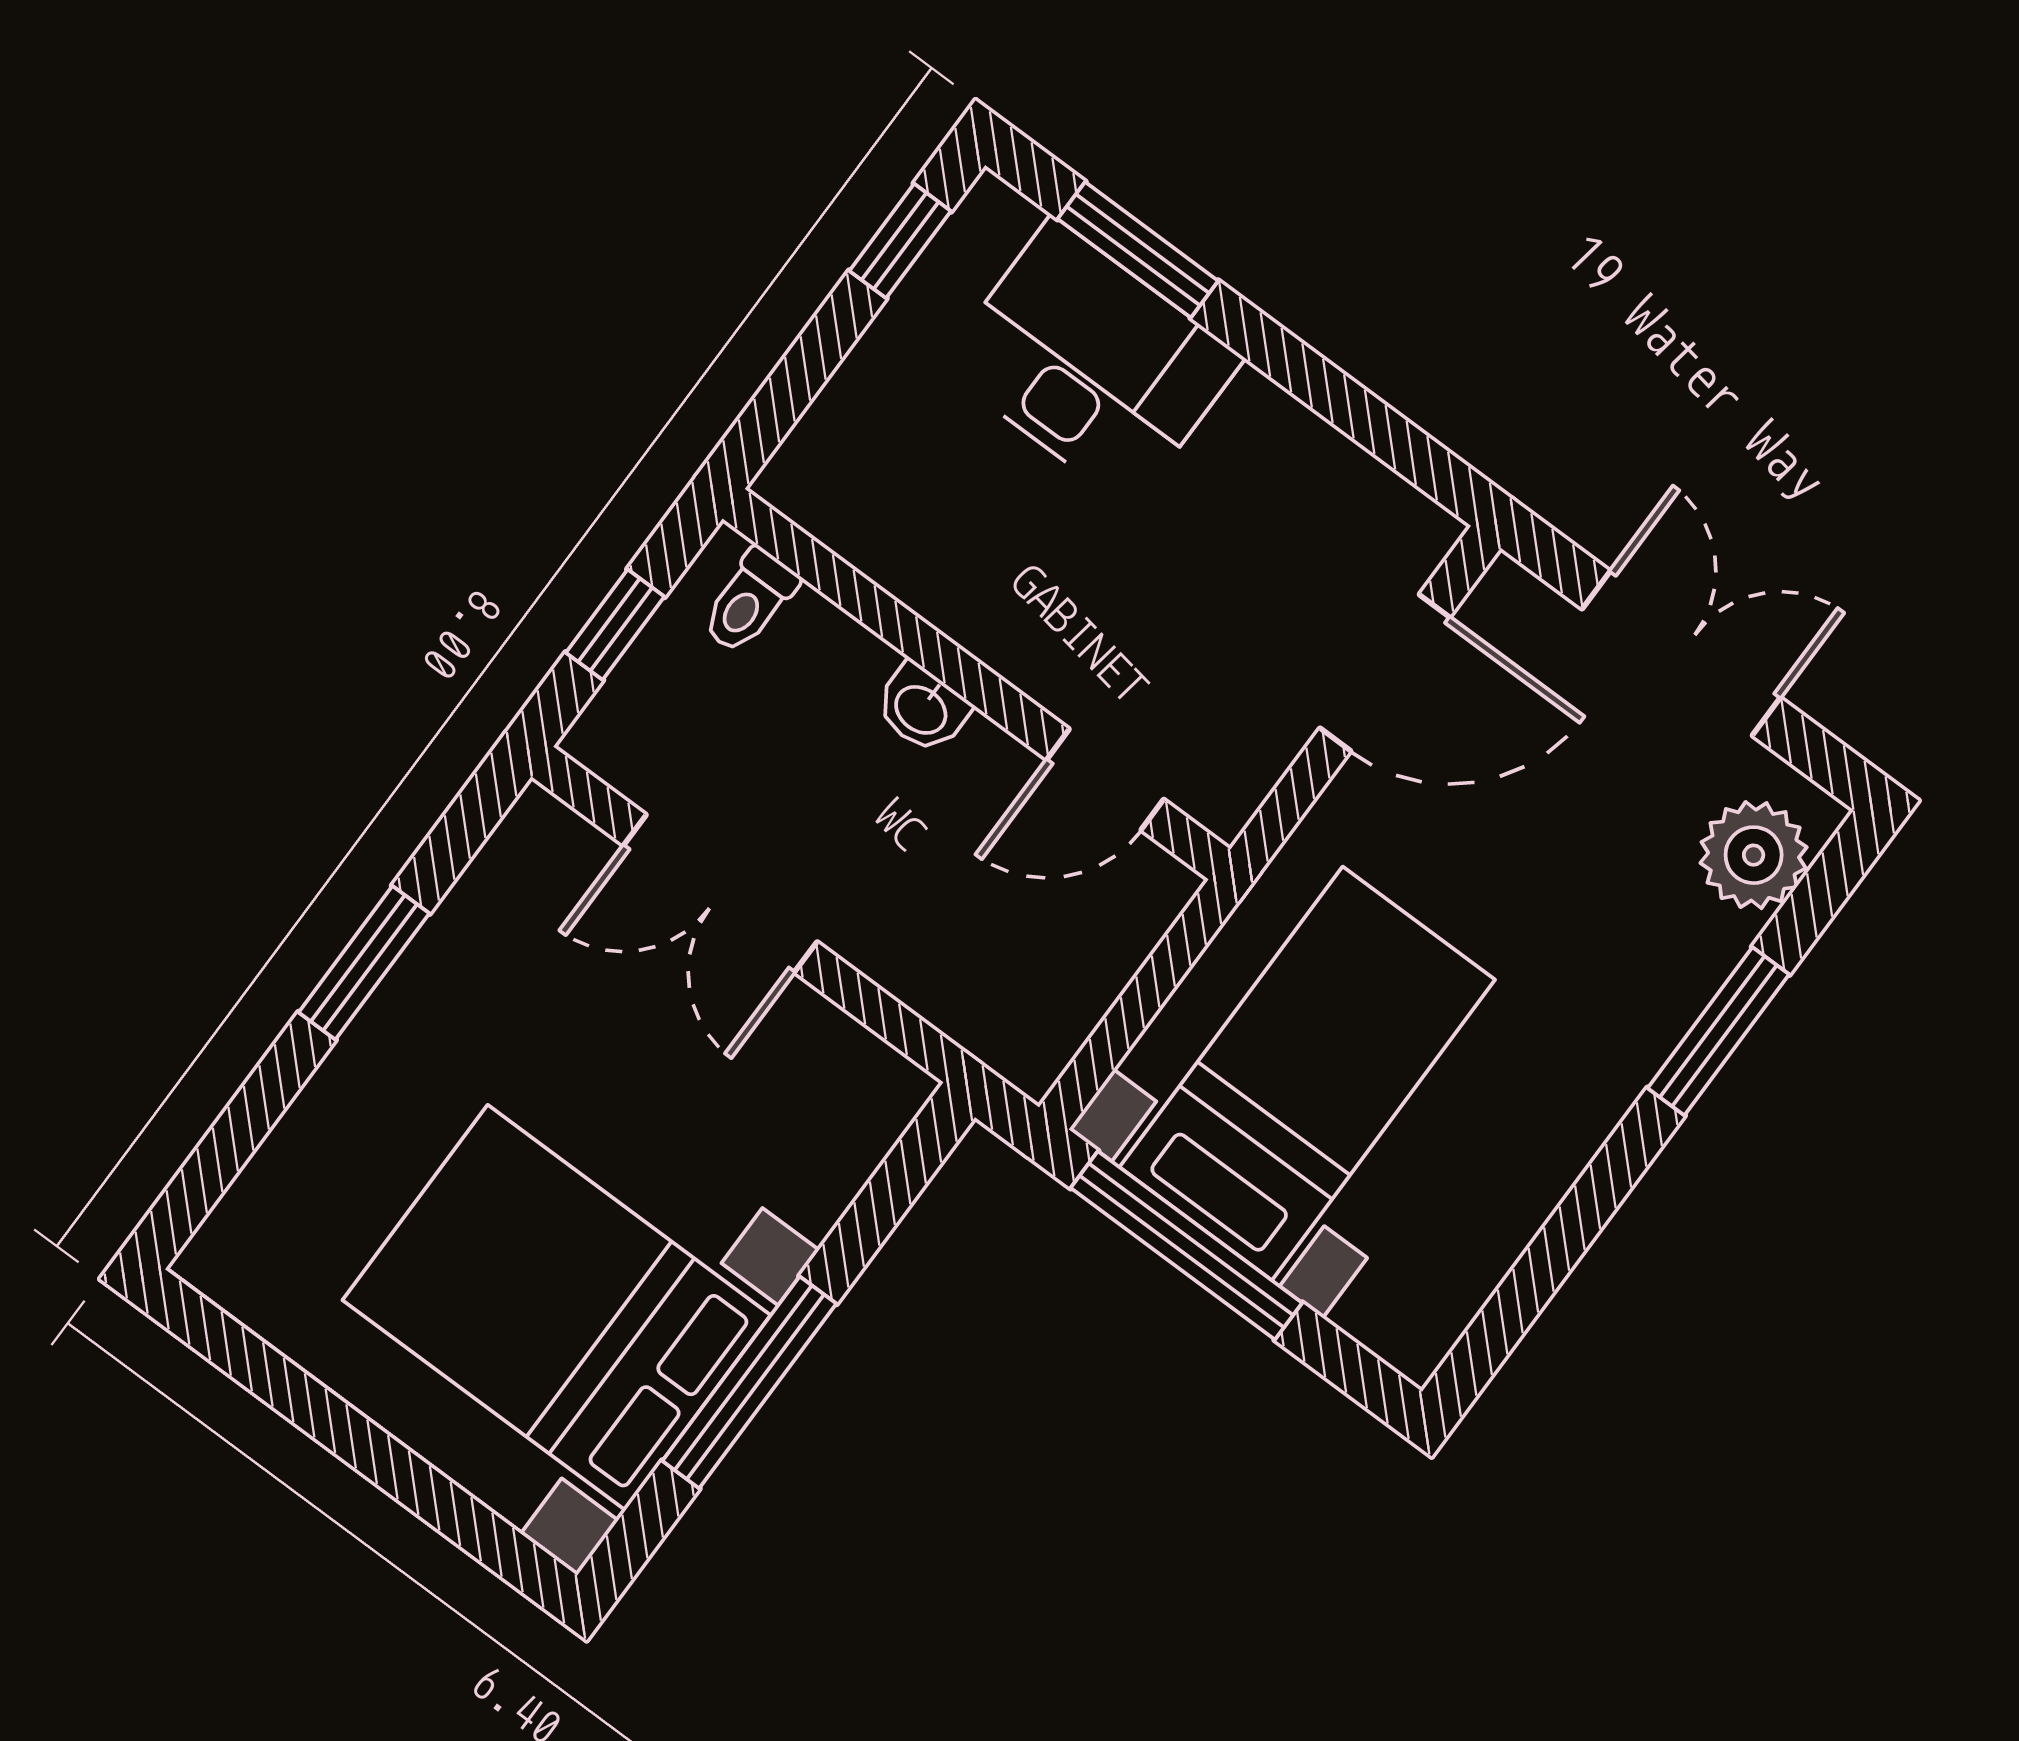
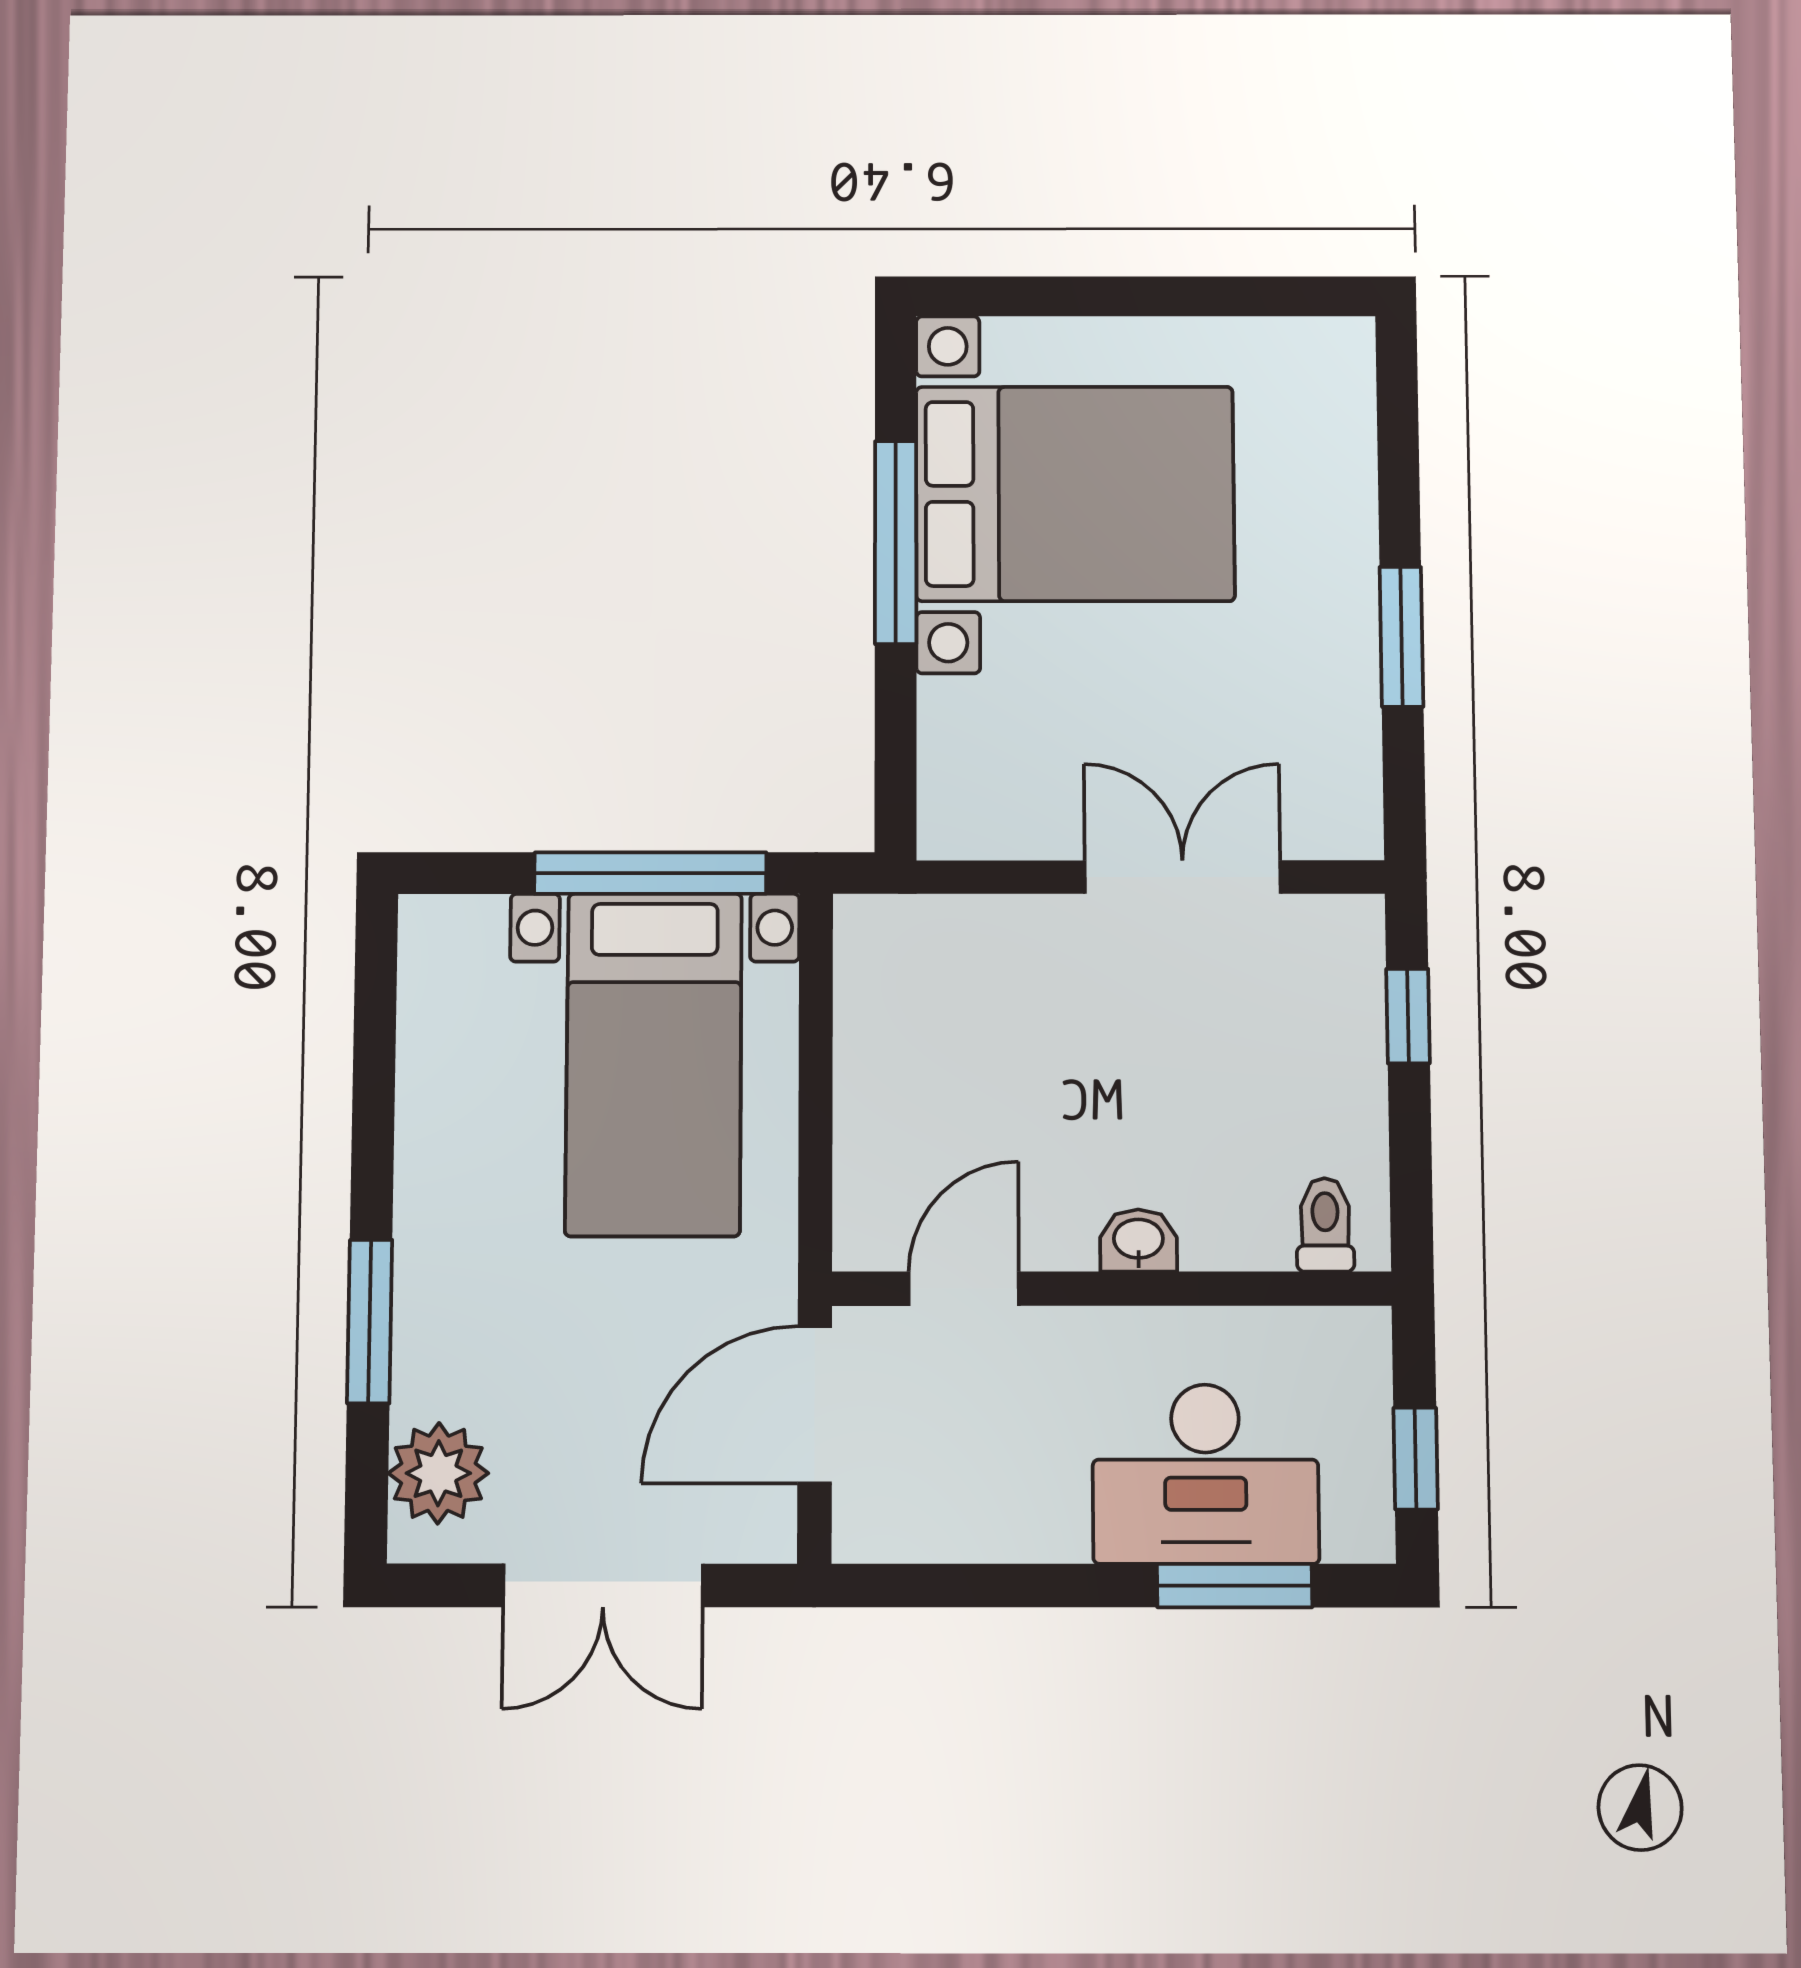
toilet: (749, 601) -> (1325, 1225), moved
wall: (977, 684) -> (1112, 1289), moved
washbasin: (922, 708) -> (1138, 1240), moved
door: (1105, 780) -> (964, 1289), moved

